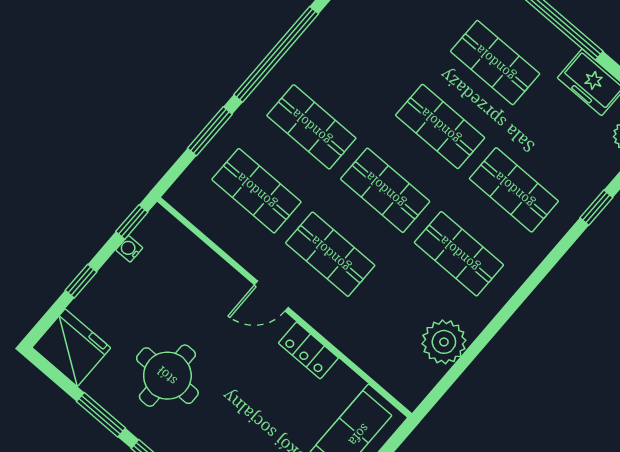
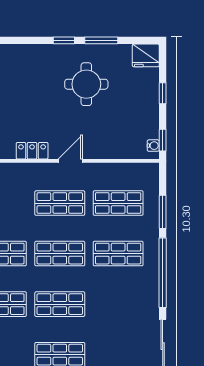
water cooler: (129, 249) -> (153, 146), moved
fridge: (71, 348) -> (146, 55), width x0.73, depth x0.75

